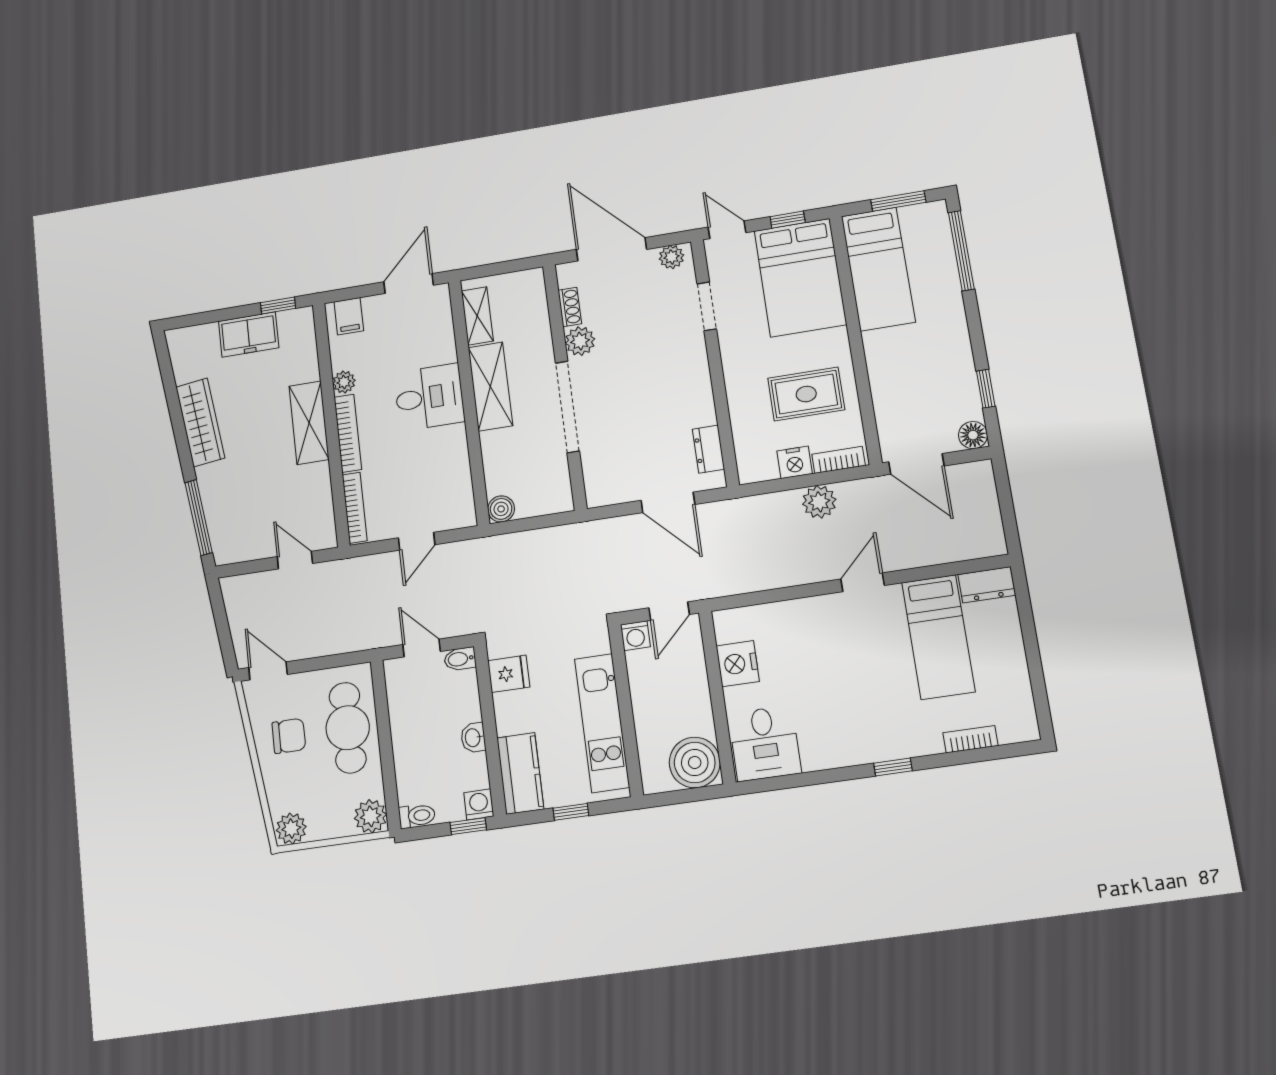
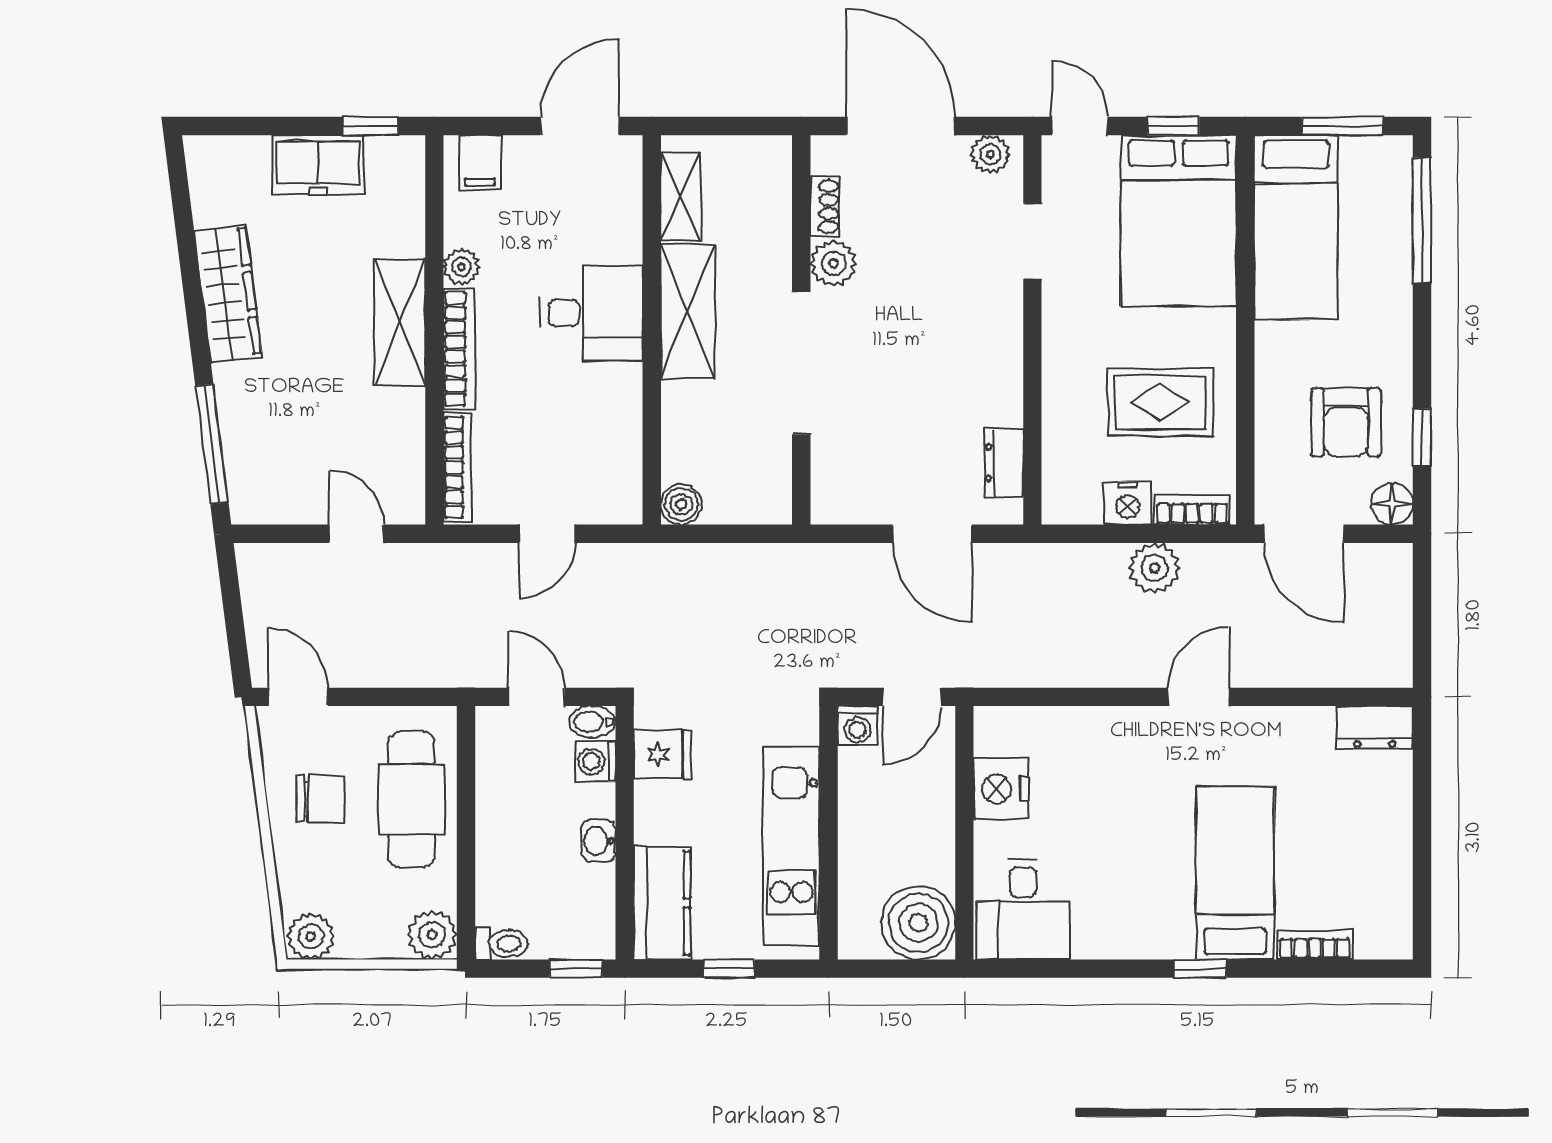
armchair: (933, 387) -> (1346, 422), added
bed: (938, 637) -> (1235, 873), moved, turned 180
washing machine: (479, 804) -> (595, 761), moved, turned -90

